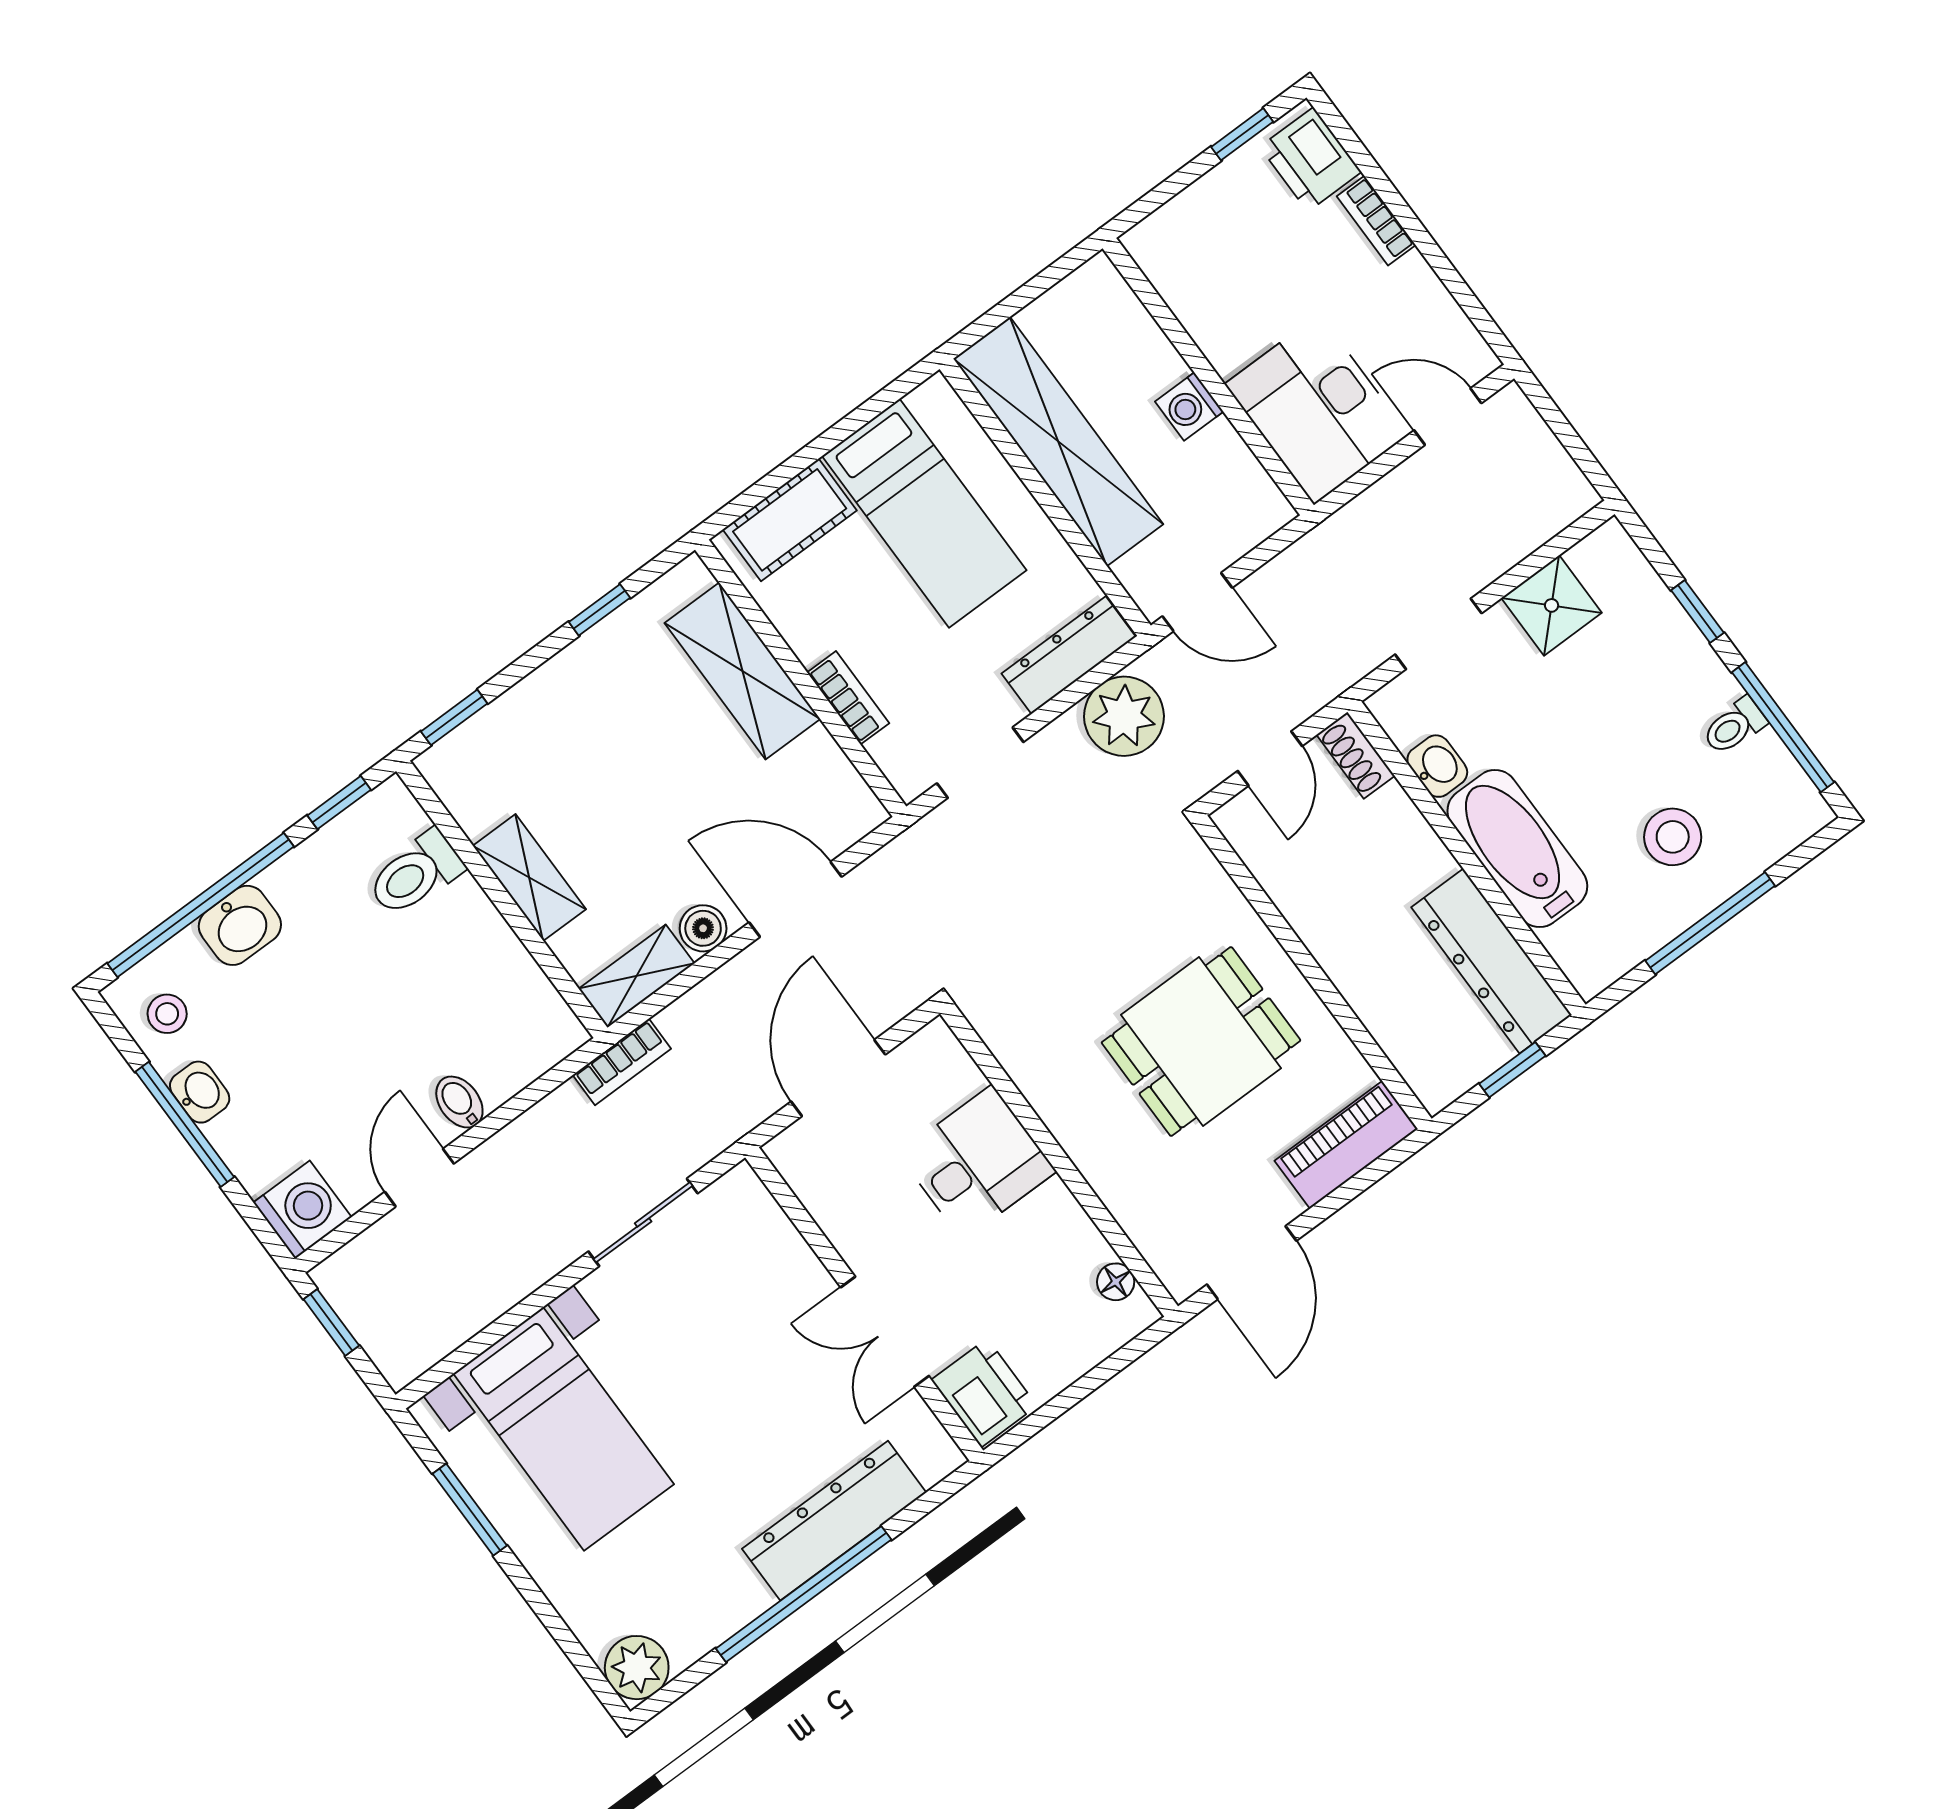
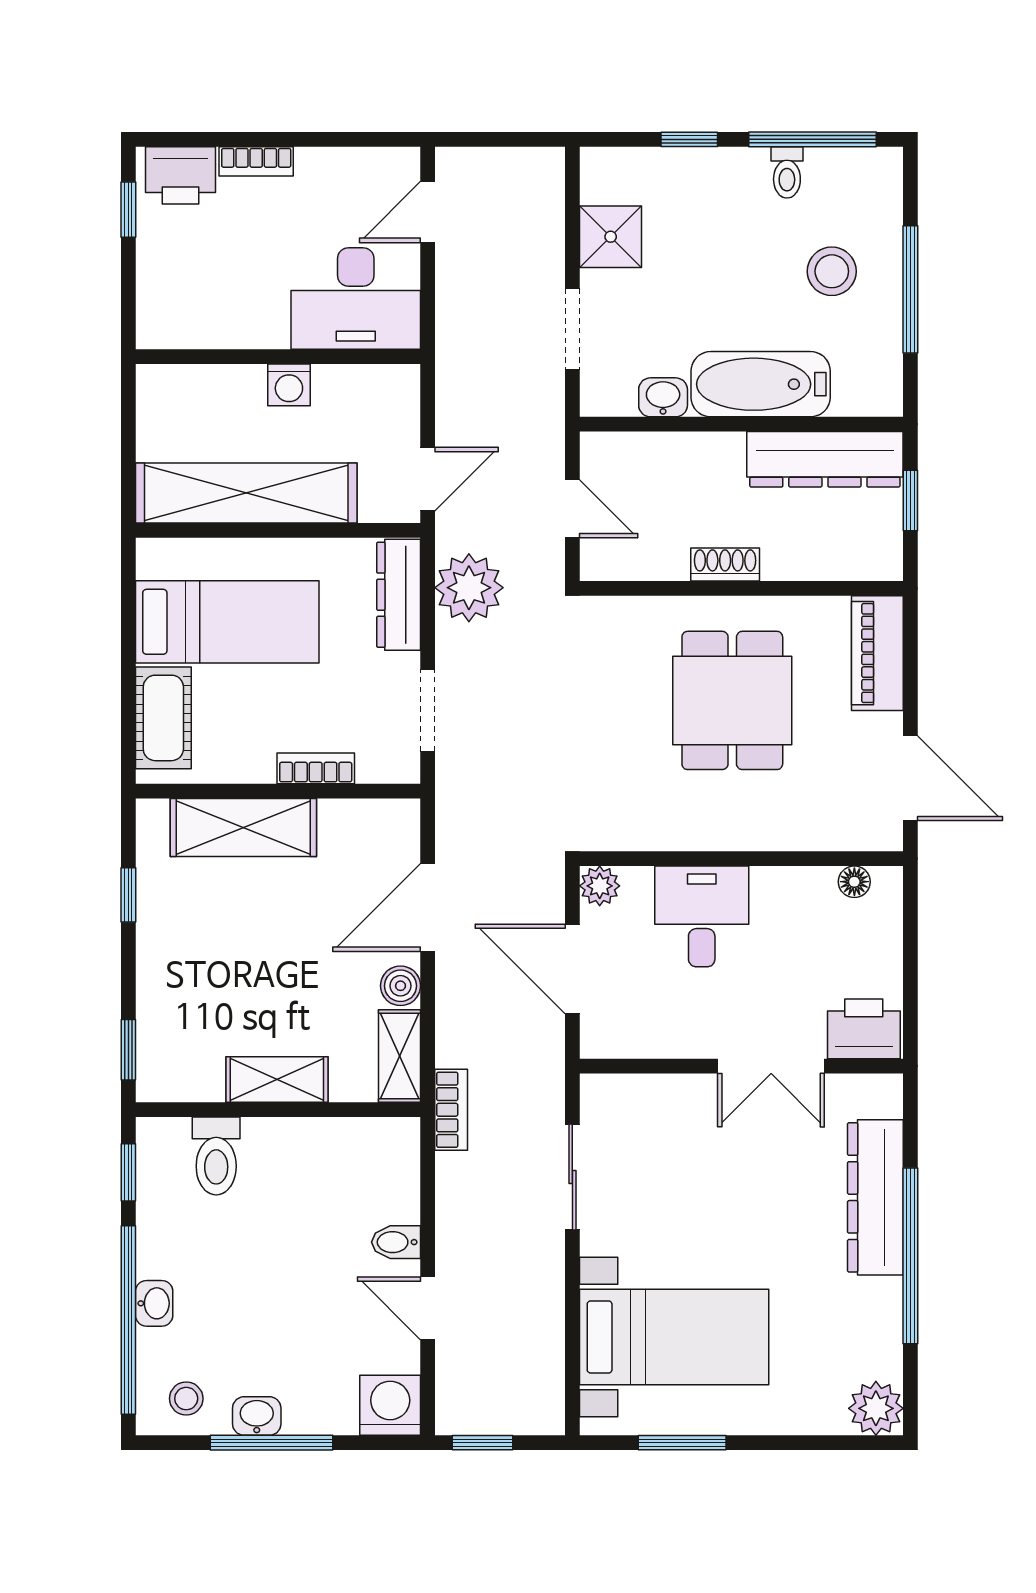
shoe rack: (1356, 755) -> (725, 564), moved, turned 180
washbasin: (240, 925) -> (154, 1303), width x0.72, depth x0.69
plant: (935, 1046) -> (600, 886), added

